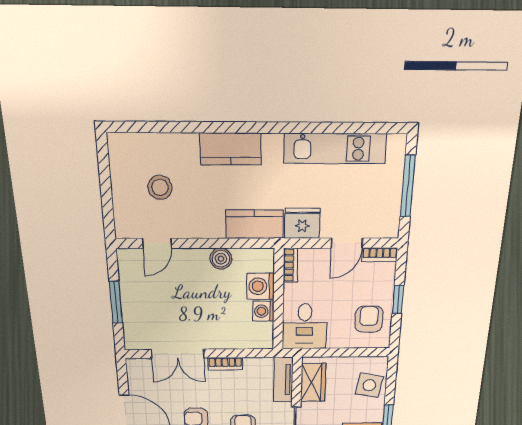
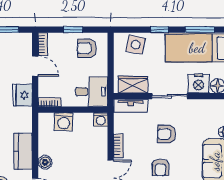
kitchen counter: (254, 224) -> (23, 151), moved
boiler: (221, 259) -> (45, 162), moved
washing machine: (263, 311) -> (101, 120), moved

